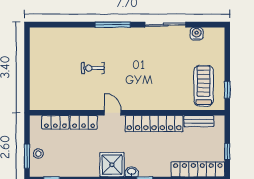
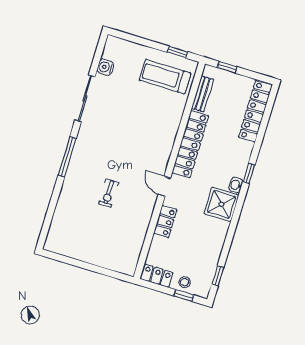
door: (113, 113) -> (164, 186), hinge flipped
locker: (55, 122) -> (157, 276), moved, turned -90
window: (227, 152) -> (227, 67), moved
window: (27, 156) -> (184, 295), width x0.67

